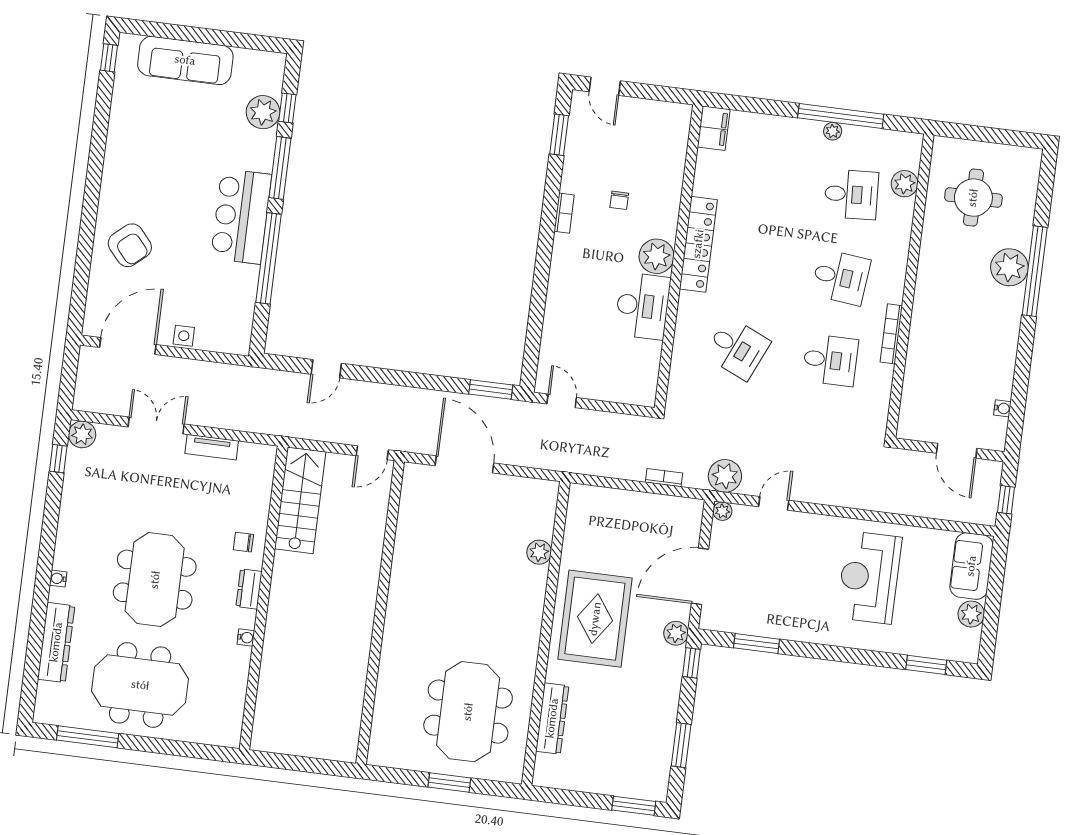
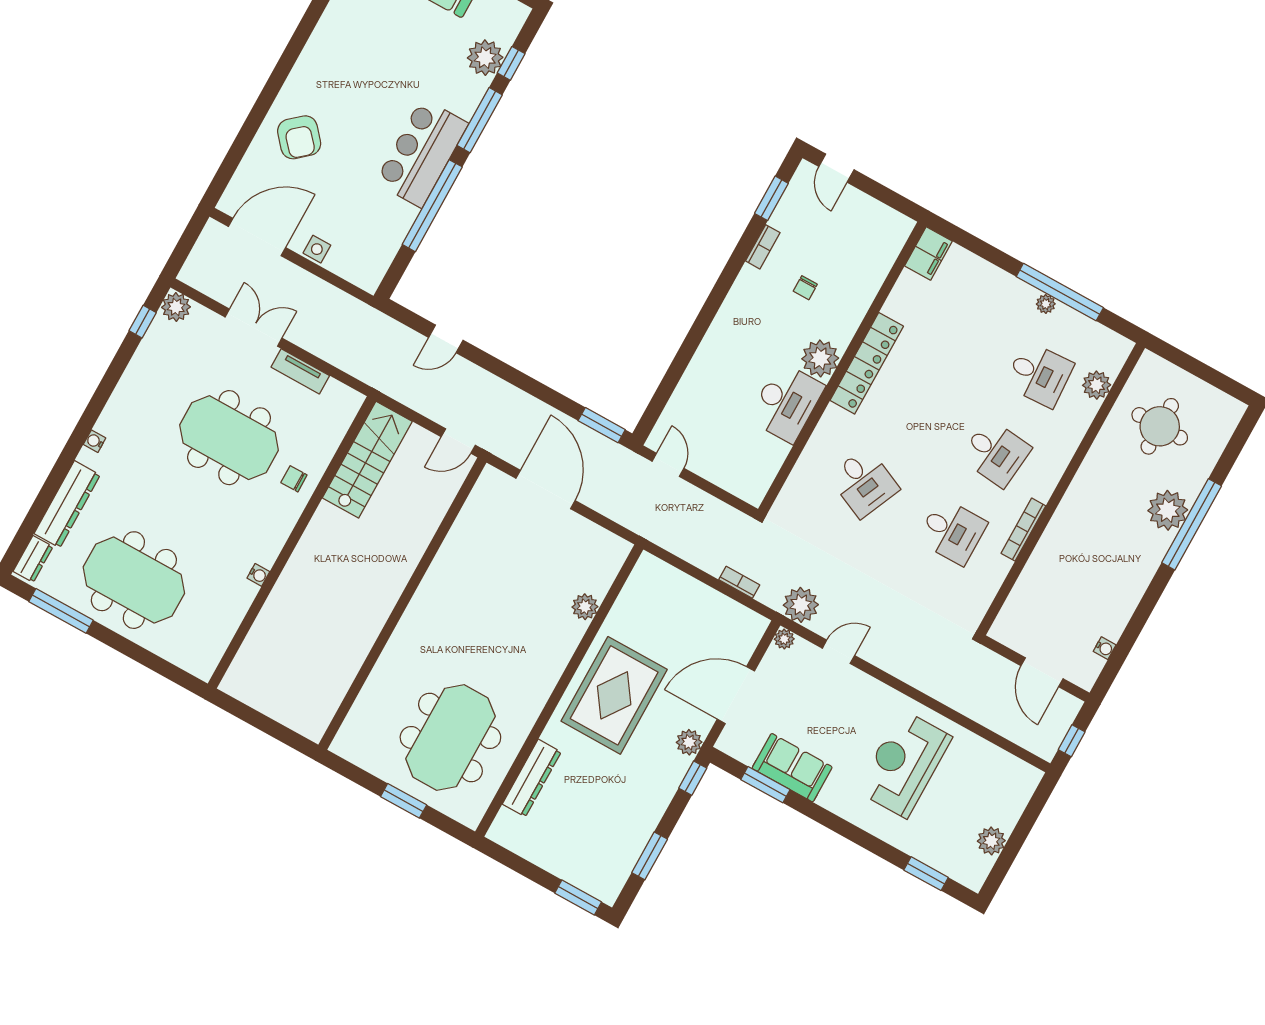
bookcase: (564, 213) -> (763, 247), moved
sofa: (971, 566) -> (792, 768), moved, turned 90
meeting table: (155, 580) -> (229, 438), moved, turned 90
dresser: (249, 589) -> (33, 559), moved, turned 180

